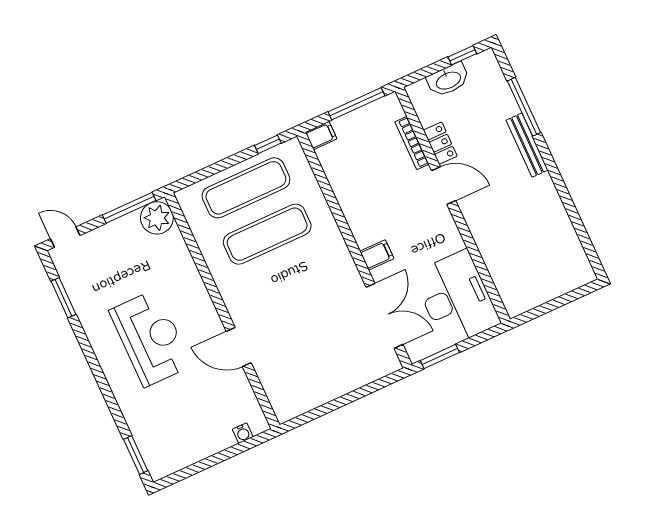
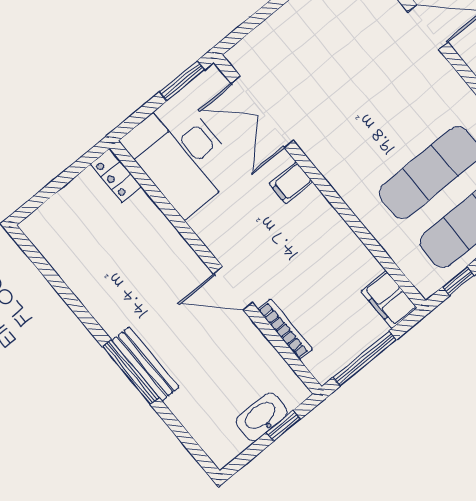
window: (462, 55) -> (283, 426), moved
window: (524, 107) -> (131, 372), moved
filing cabinet: (321, 136) -> (389, 300), width x2.00
locker: (440, 143) -> (116, 175), moved

